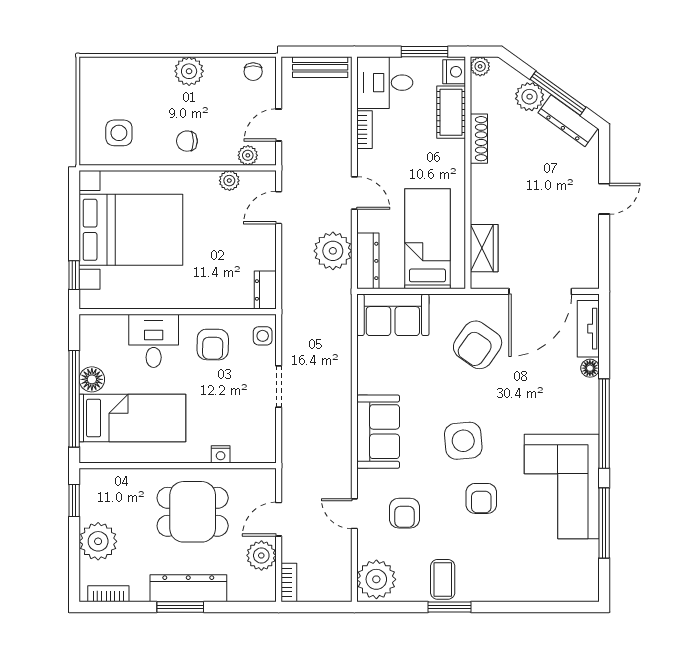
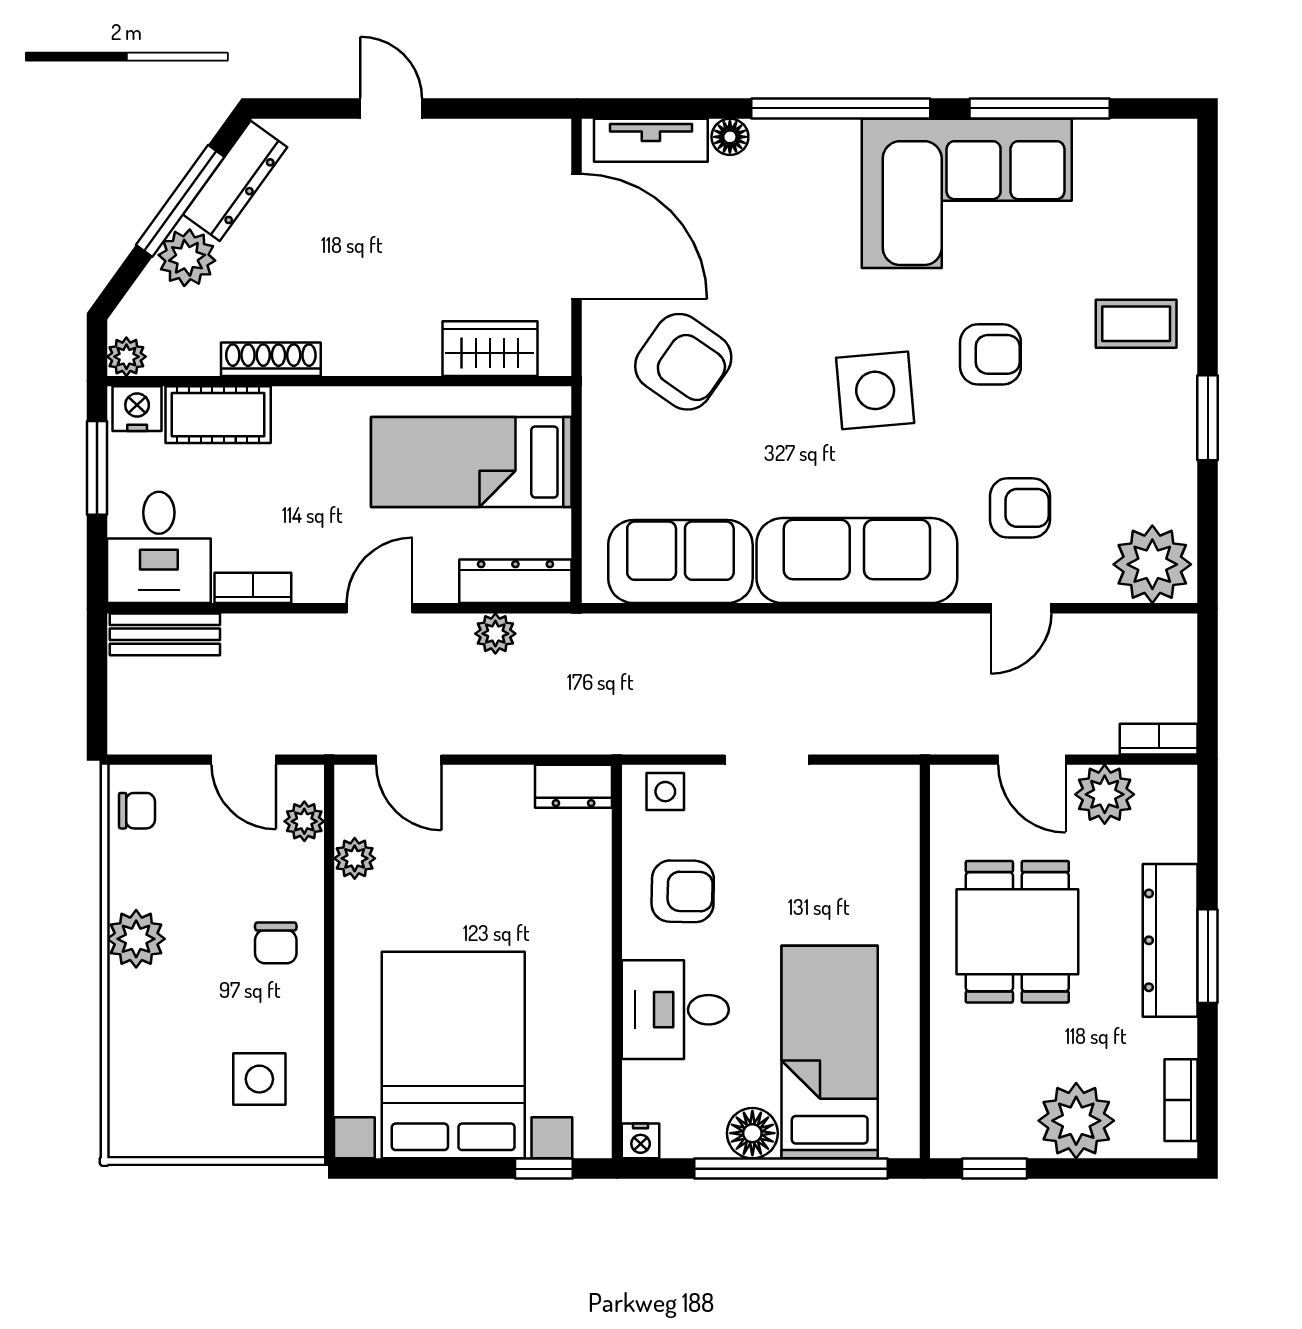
bench: (320, 67) -> (165, 634), moved, turned 90
plant: (333, 251) -> (495, 634), width x0.53, depth x0.53
sofa: (393, 315) -> (680, 562), moved, turned -90
sofa: (378, 432) -> (857, 561), width x1.36
nightstand: (221, 454) -> (641, 1141), moved, turned 90
coffee table: (443, 579) -> (1136, 324), moved

